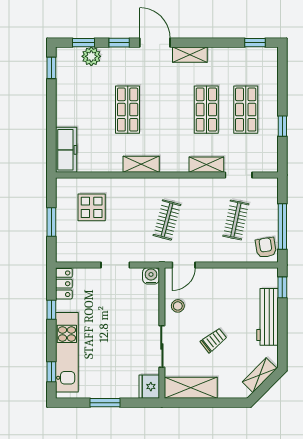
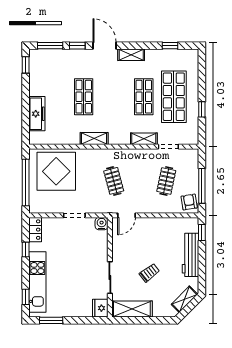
window: (84, 43) -> (50, 46), width x1.50
window: (255, 43) -> (170, 46), moved
plant: (91, 56) -> (56, 56), removed
shop shelf: (246, 110) -> (174, 97), width x1.43, depth x1.36
freezer: (66, 150) -> (37, 114), moved
display table: (92, 207) -> (56, 171), width x1.86, depth x1.86
clothes rail: (167, 220) -> (114, 181), turned -30
window: (51, 222) -> (26, 183), width x2.11
stool: (178, 306) -> (122, 247), removed
window: (105, 403) -> (51, 320), moved

